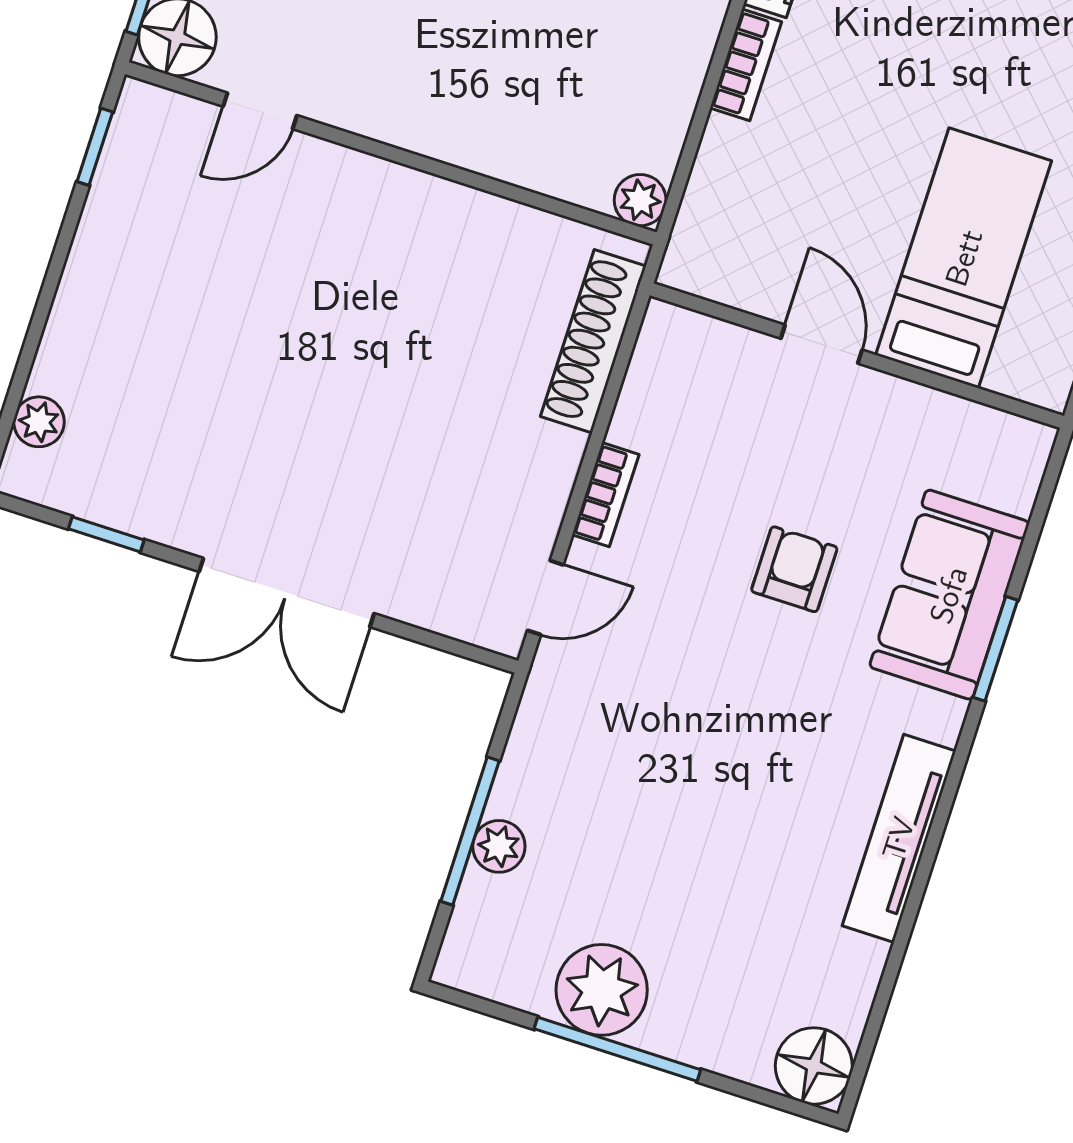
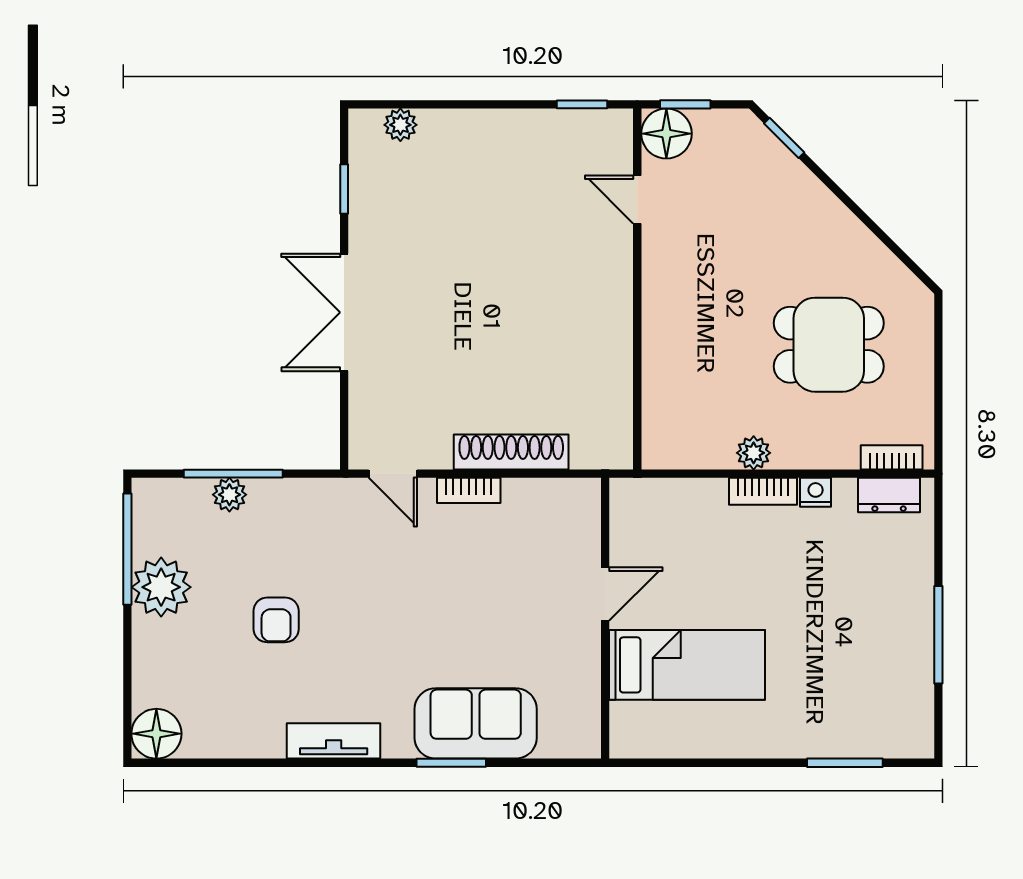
plant: (640, 200) -> (754, 453), moved
shoe rack: (593, 341) -> (511, 452), moved
armchair: (794, 569) -> (276, 620), moved, turned 90
tv unit: (899, 838) -> (334, 741), width x0.71
window: (617, 1049) -> (127, 549), moved

